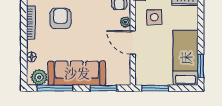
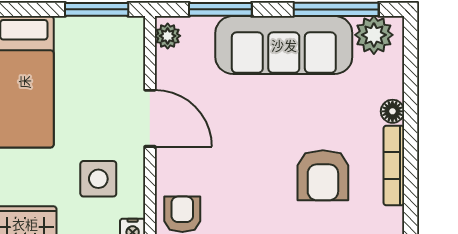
plant: (125, 22) -> (168, 36), moved
floor lamp: (31, 57) -> (392, 111), moved

